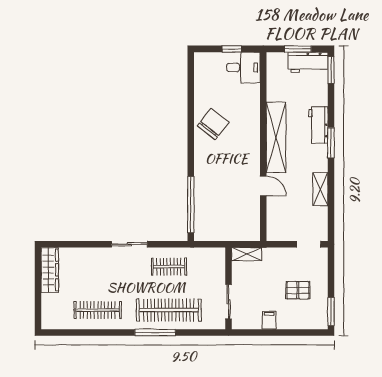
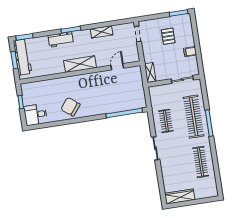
workbench: (308, 62) -> (23, 57), width x1.38
desk: (243, 67) -> (36, 115), moved, turned -90
shelving: (276, 137) -> (80, 64), width x0.68
door: (263, 186) -> (117, 67), moved

